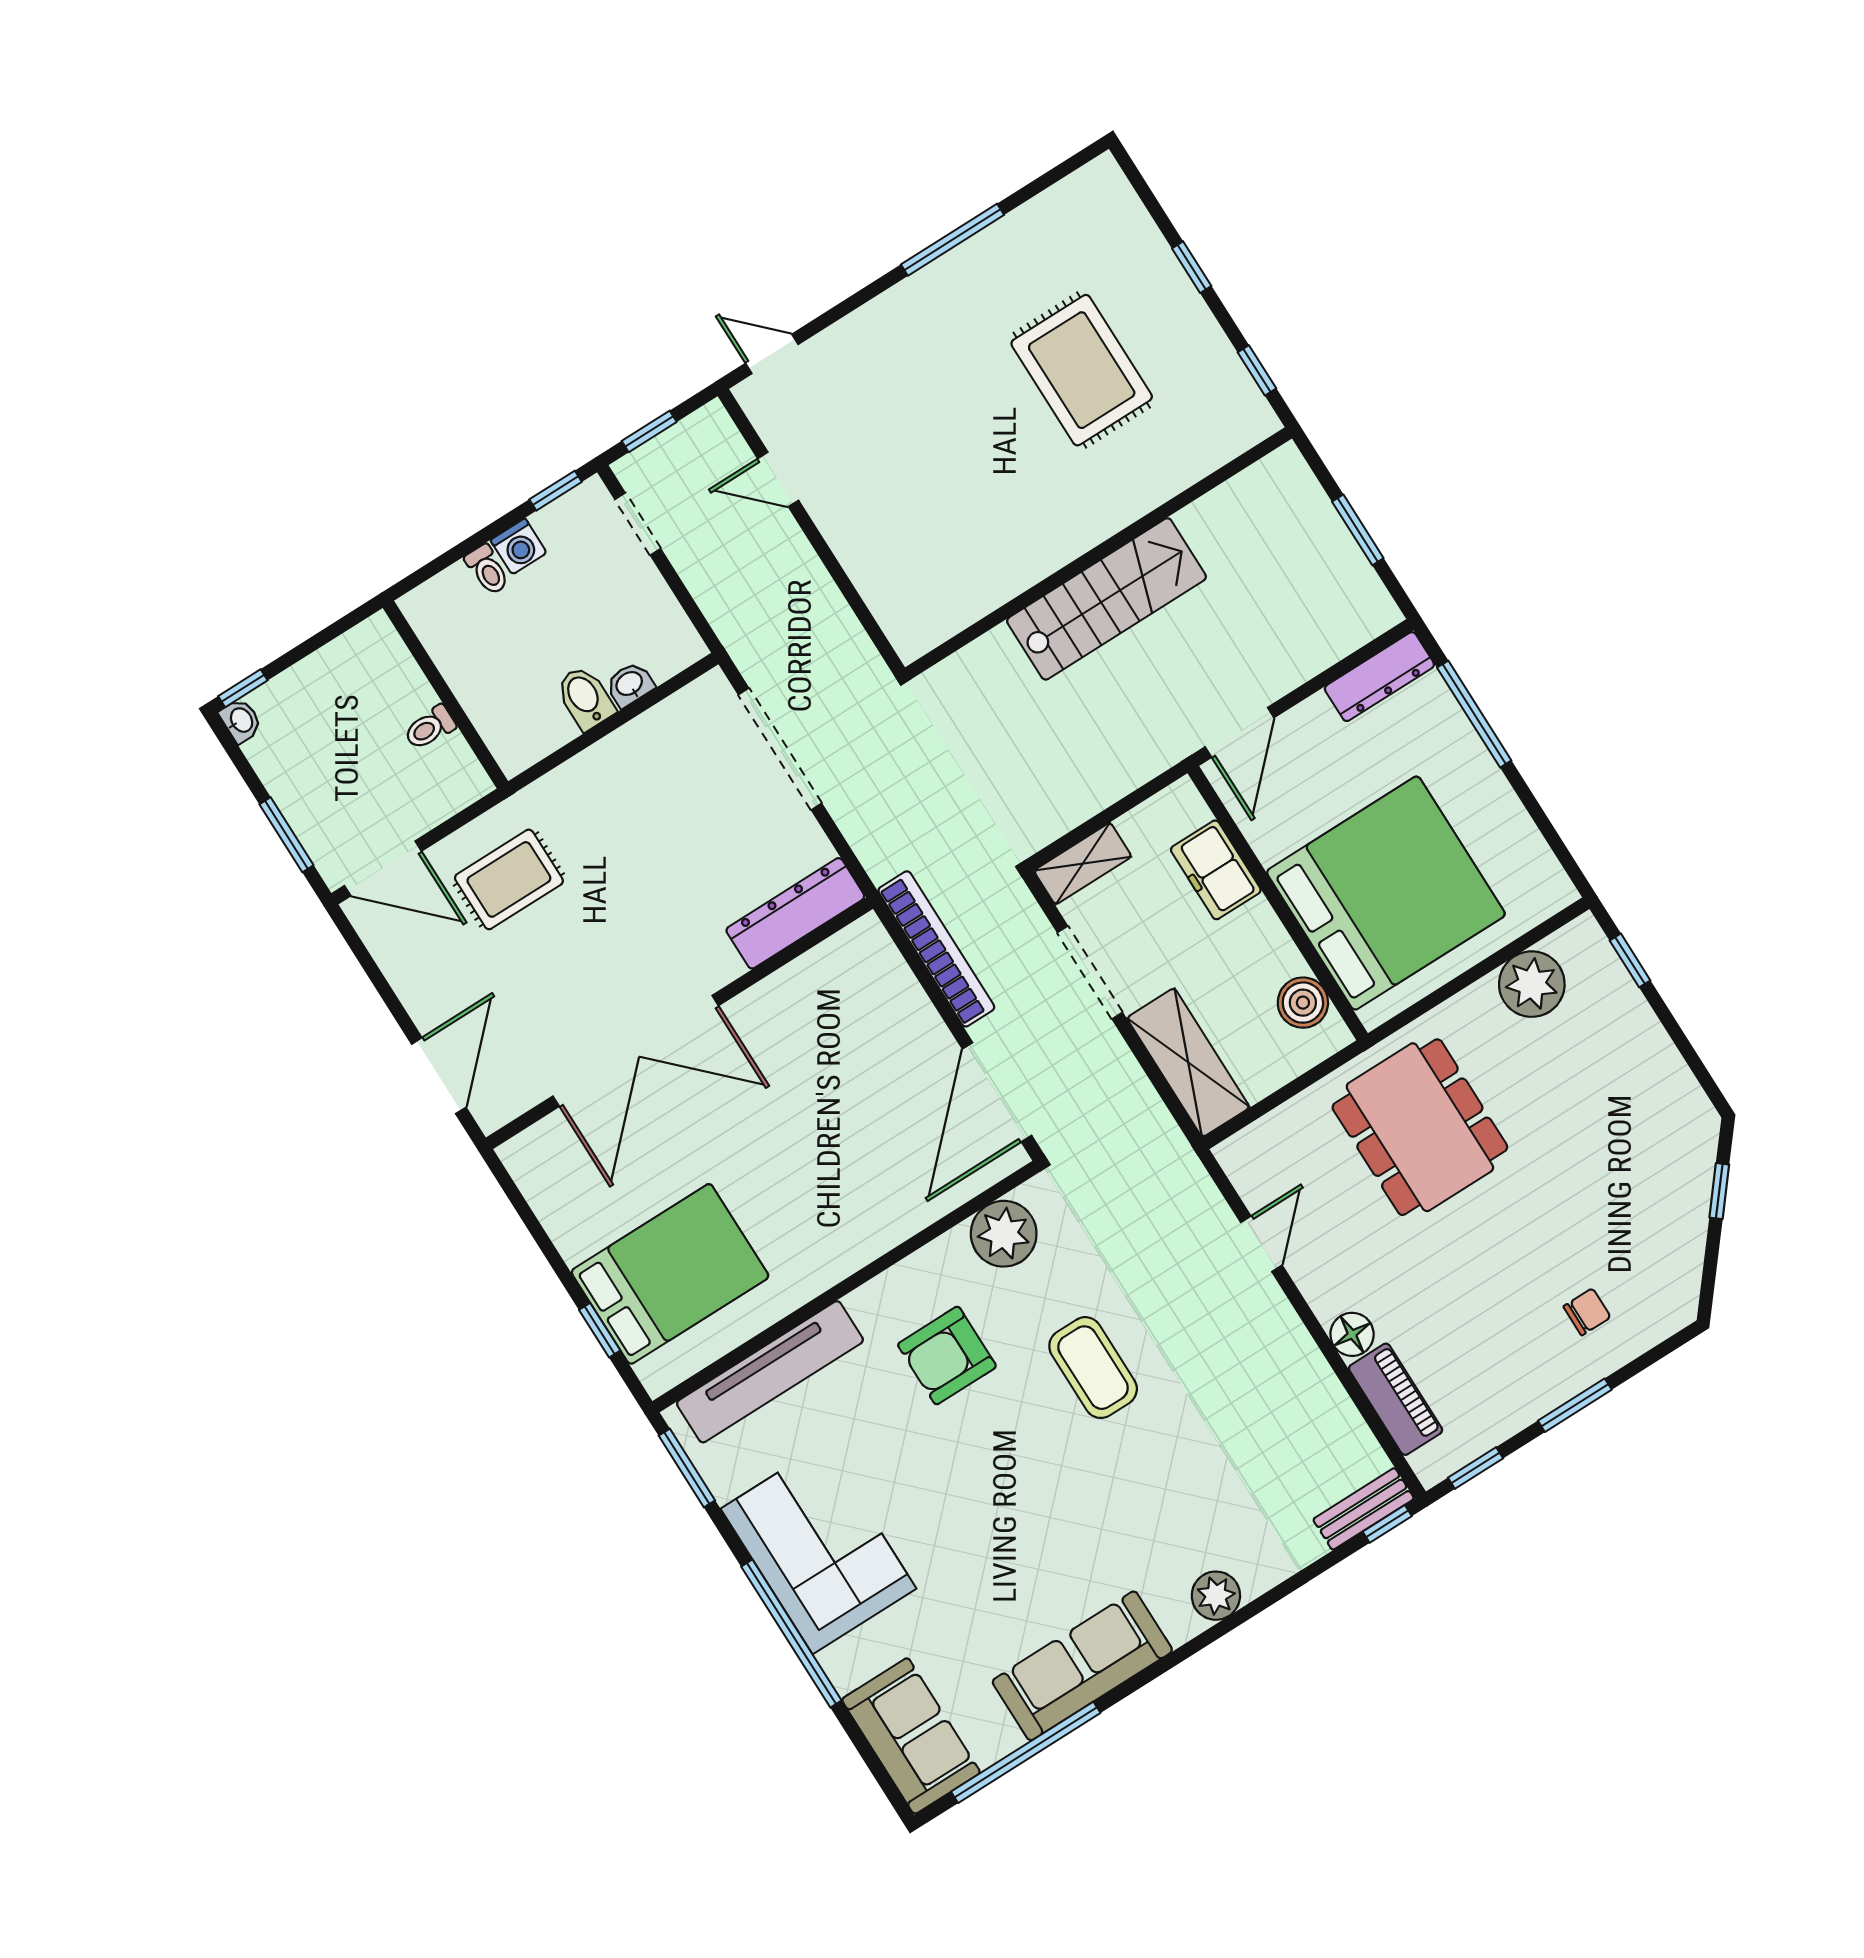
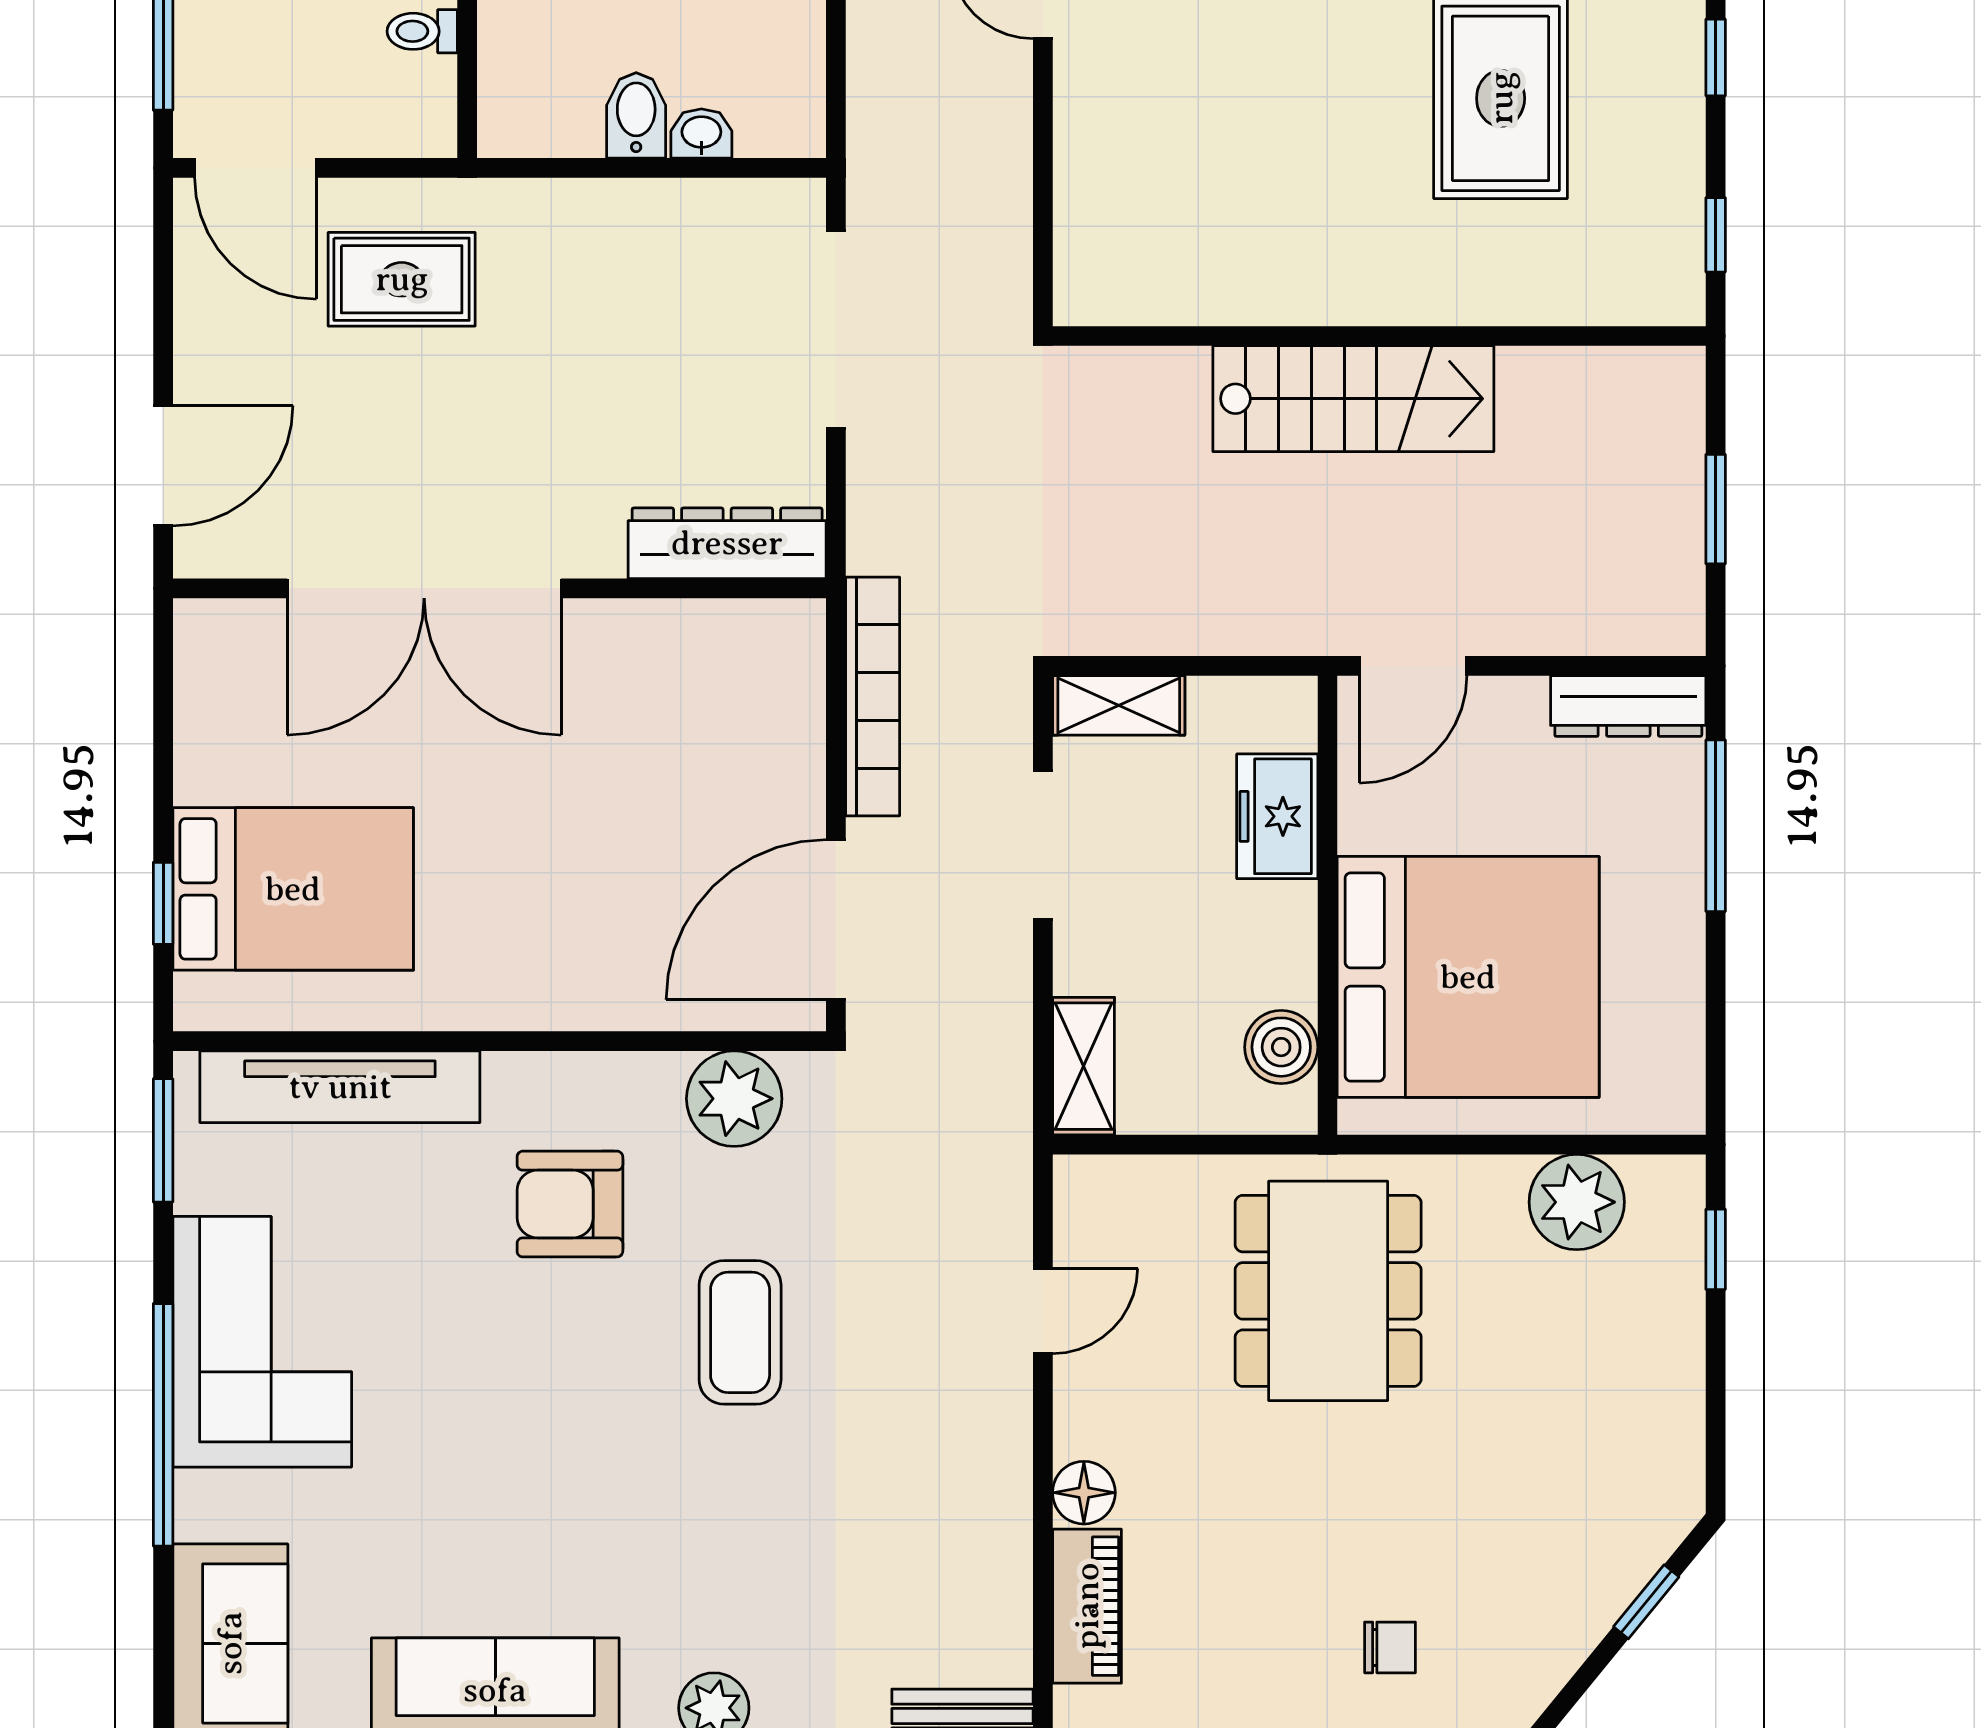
shelving: (1188, 1063) -> (1084, 1066), width x0.67, depth x0.75

